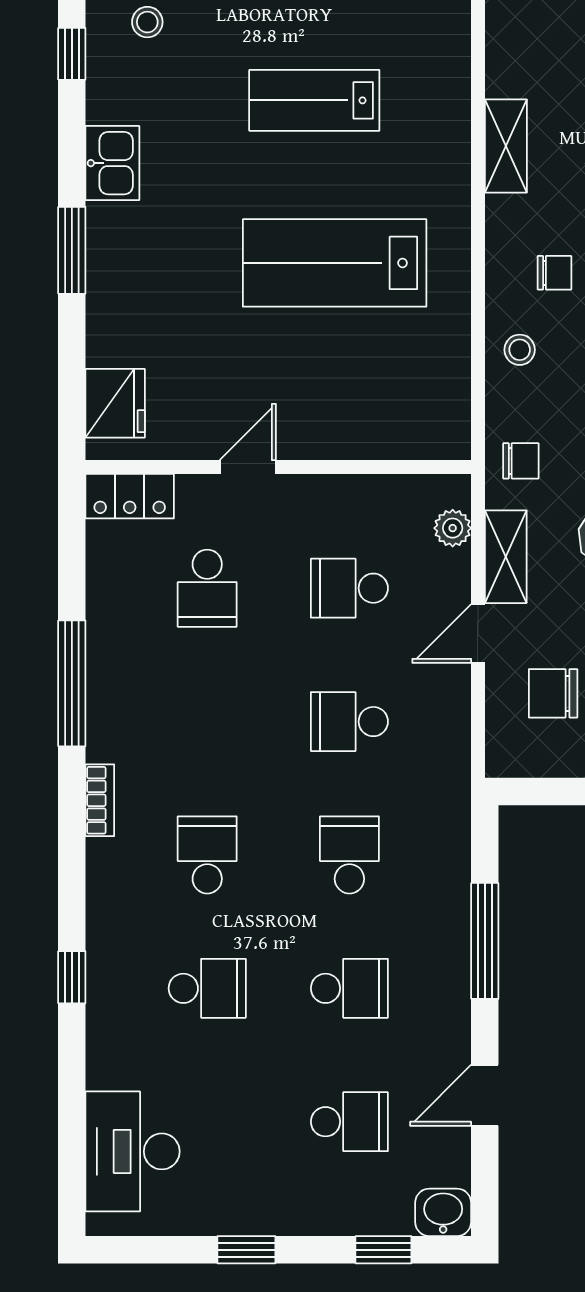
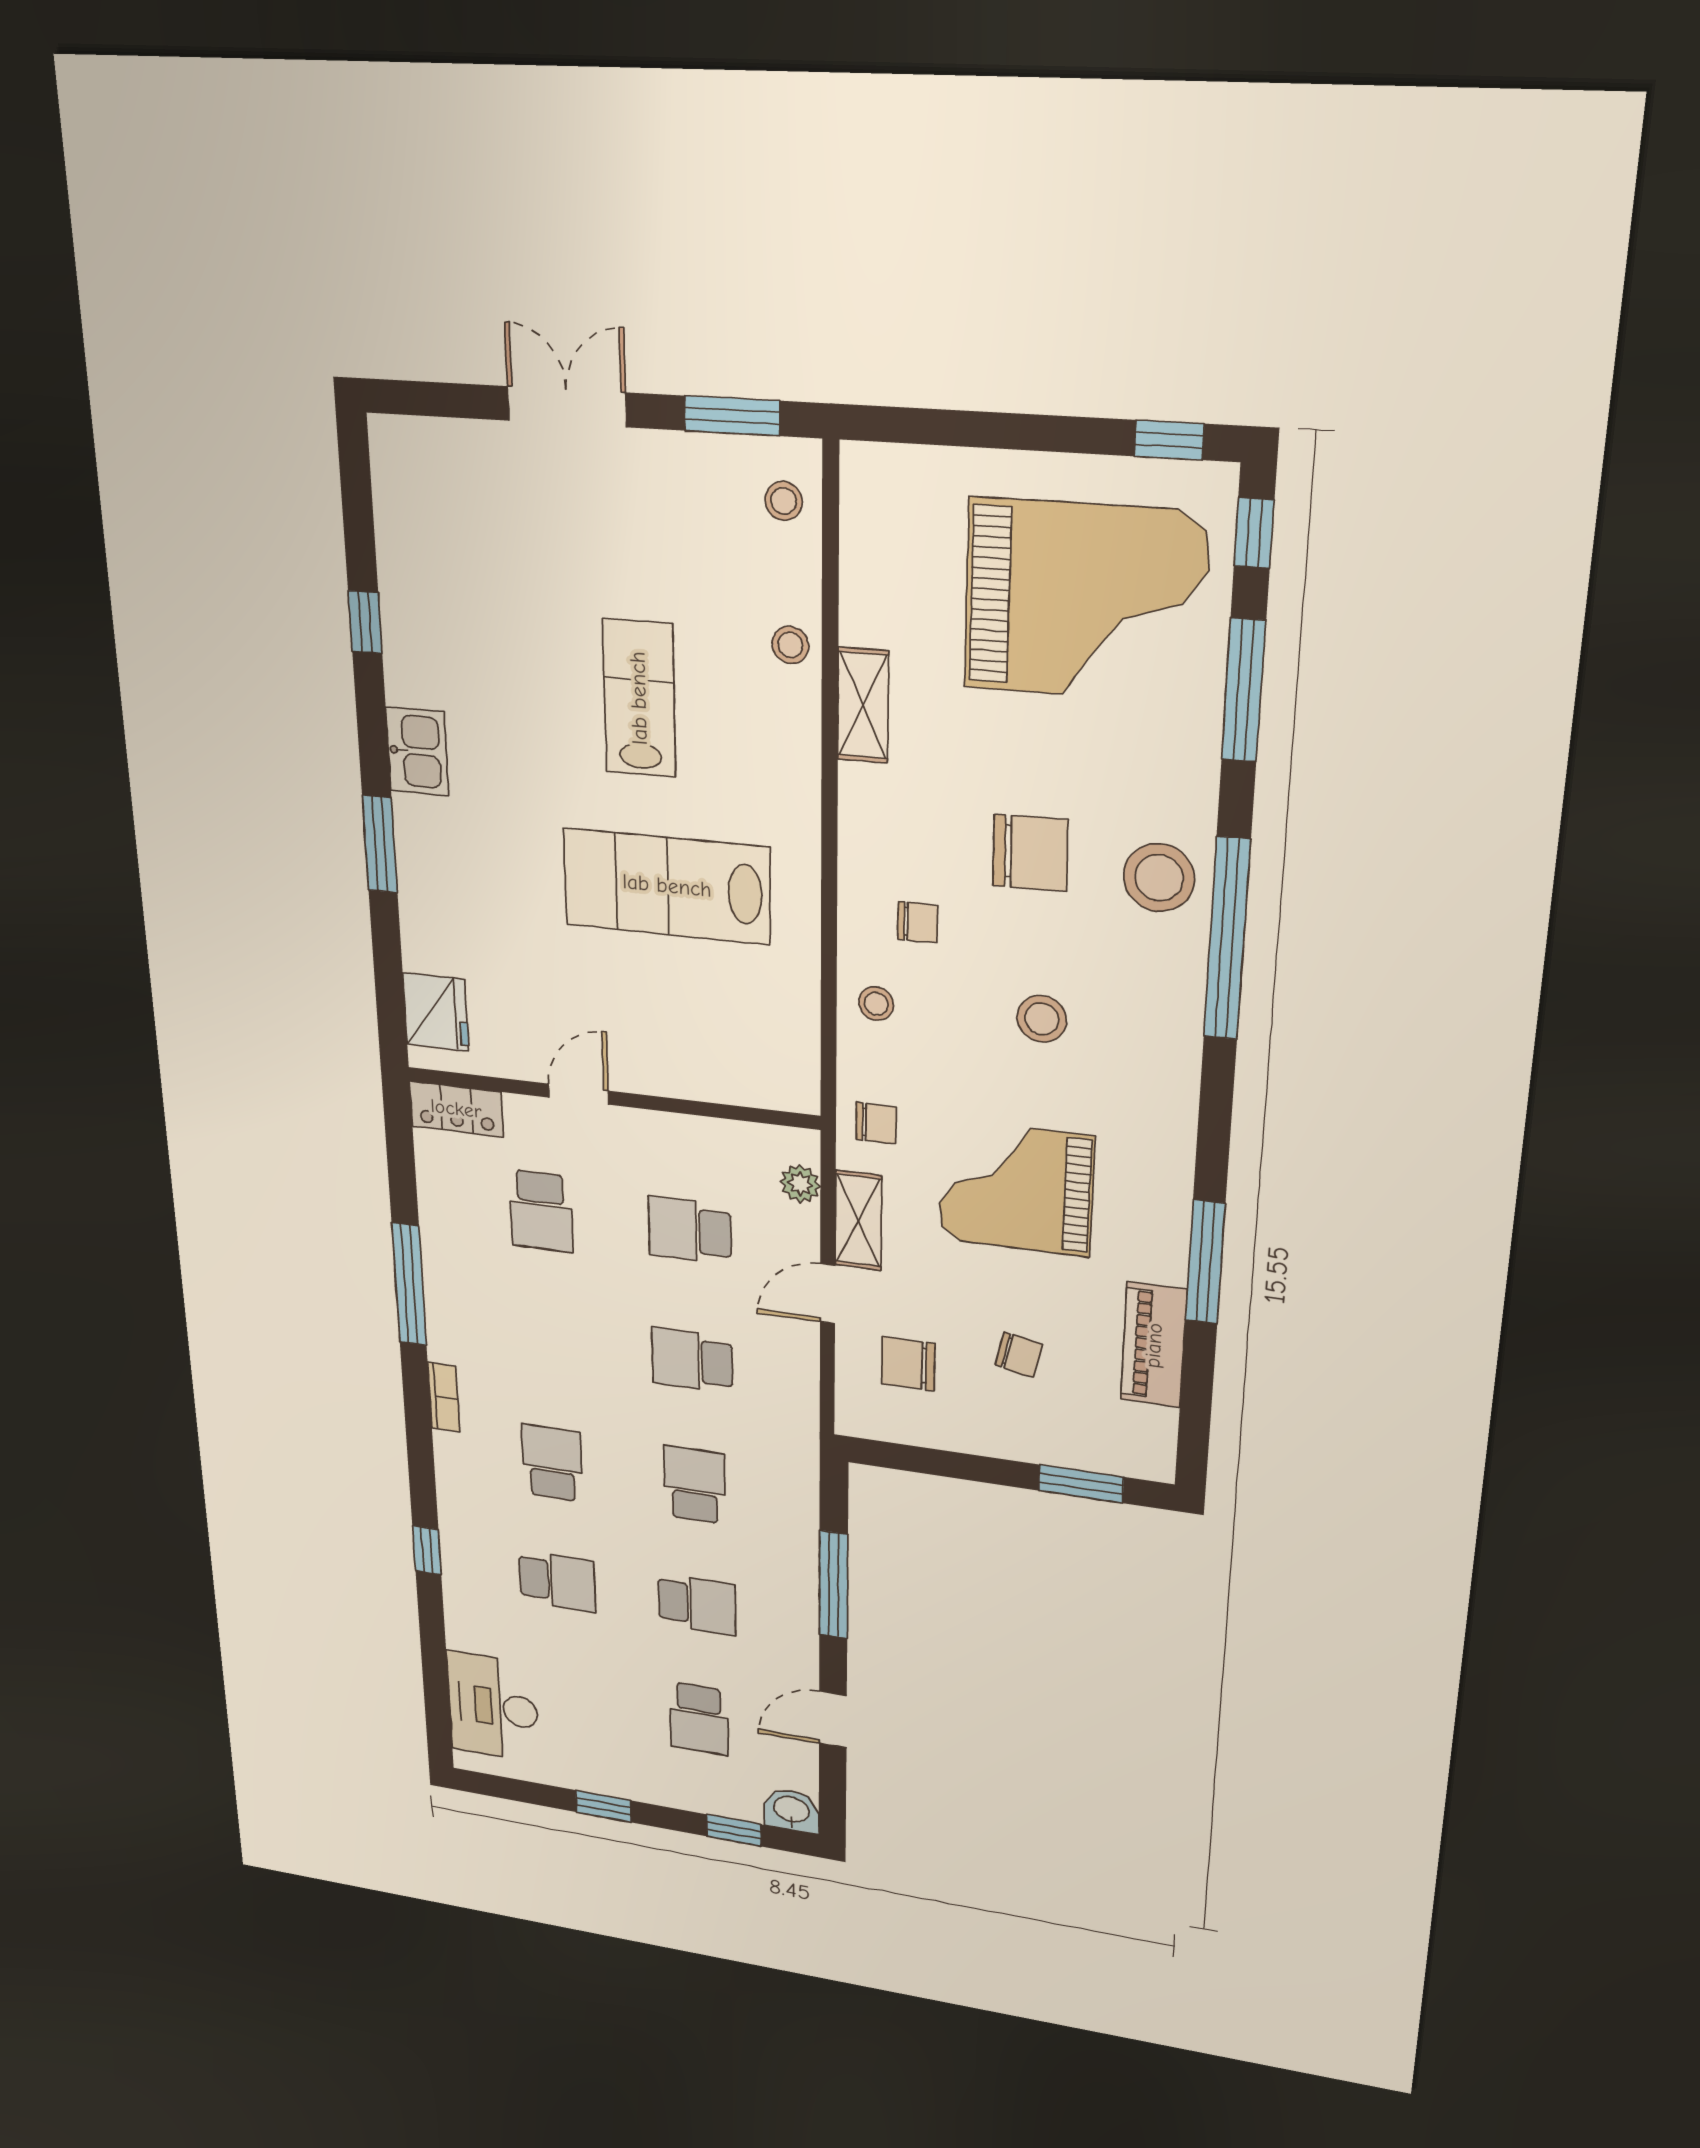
stool: (147, 22) -> (790, 645), moved
lab bench: (314, 100) -> (639, 698), turned 90
shelving: (506, 146) -> (863, 705), moved
school desk: (349, 1122) -> (699, 1719), turned 90

